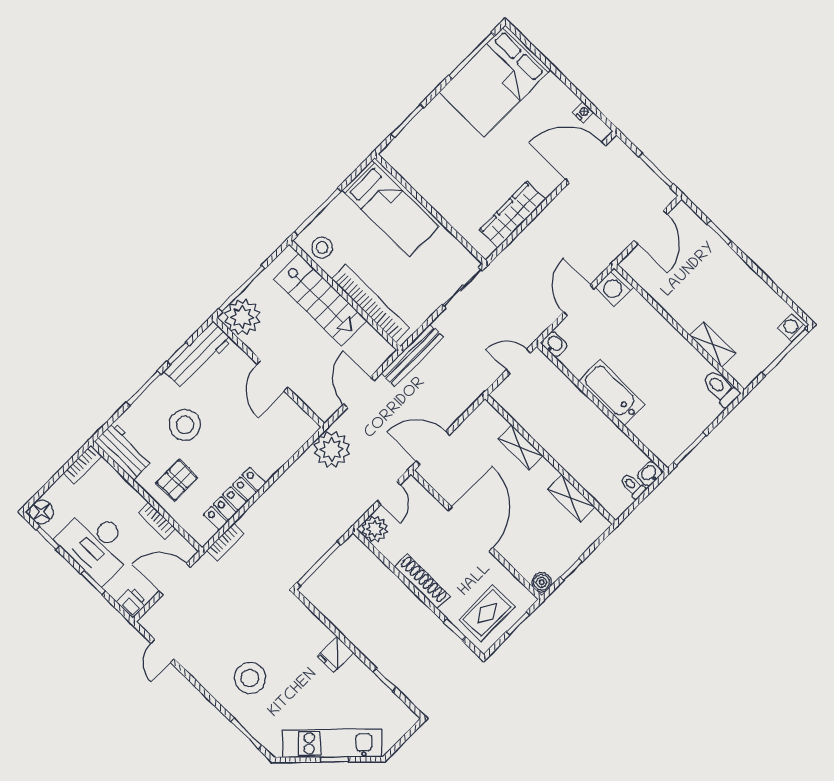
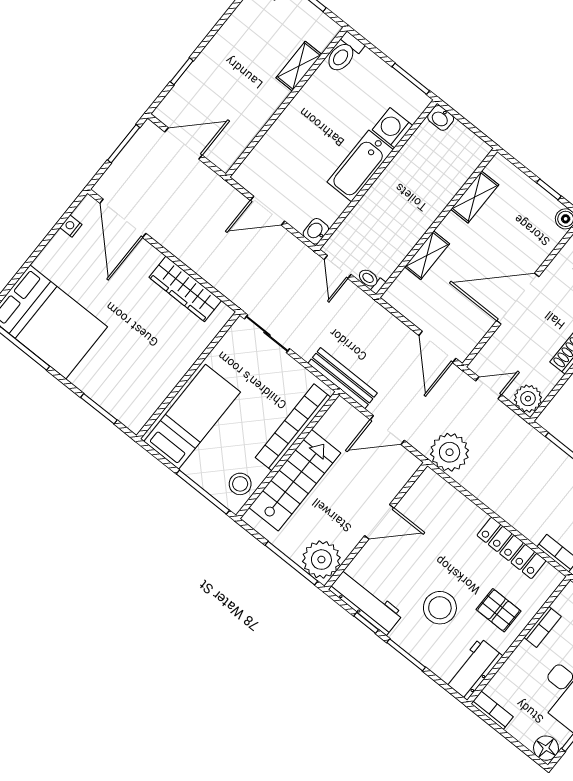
washing machine: (614, 287) -> (392, 128), moved, turned 180
toilet: (633, 486) -> (371, 280), moved, turned 90

